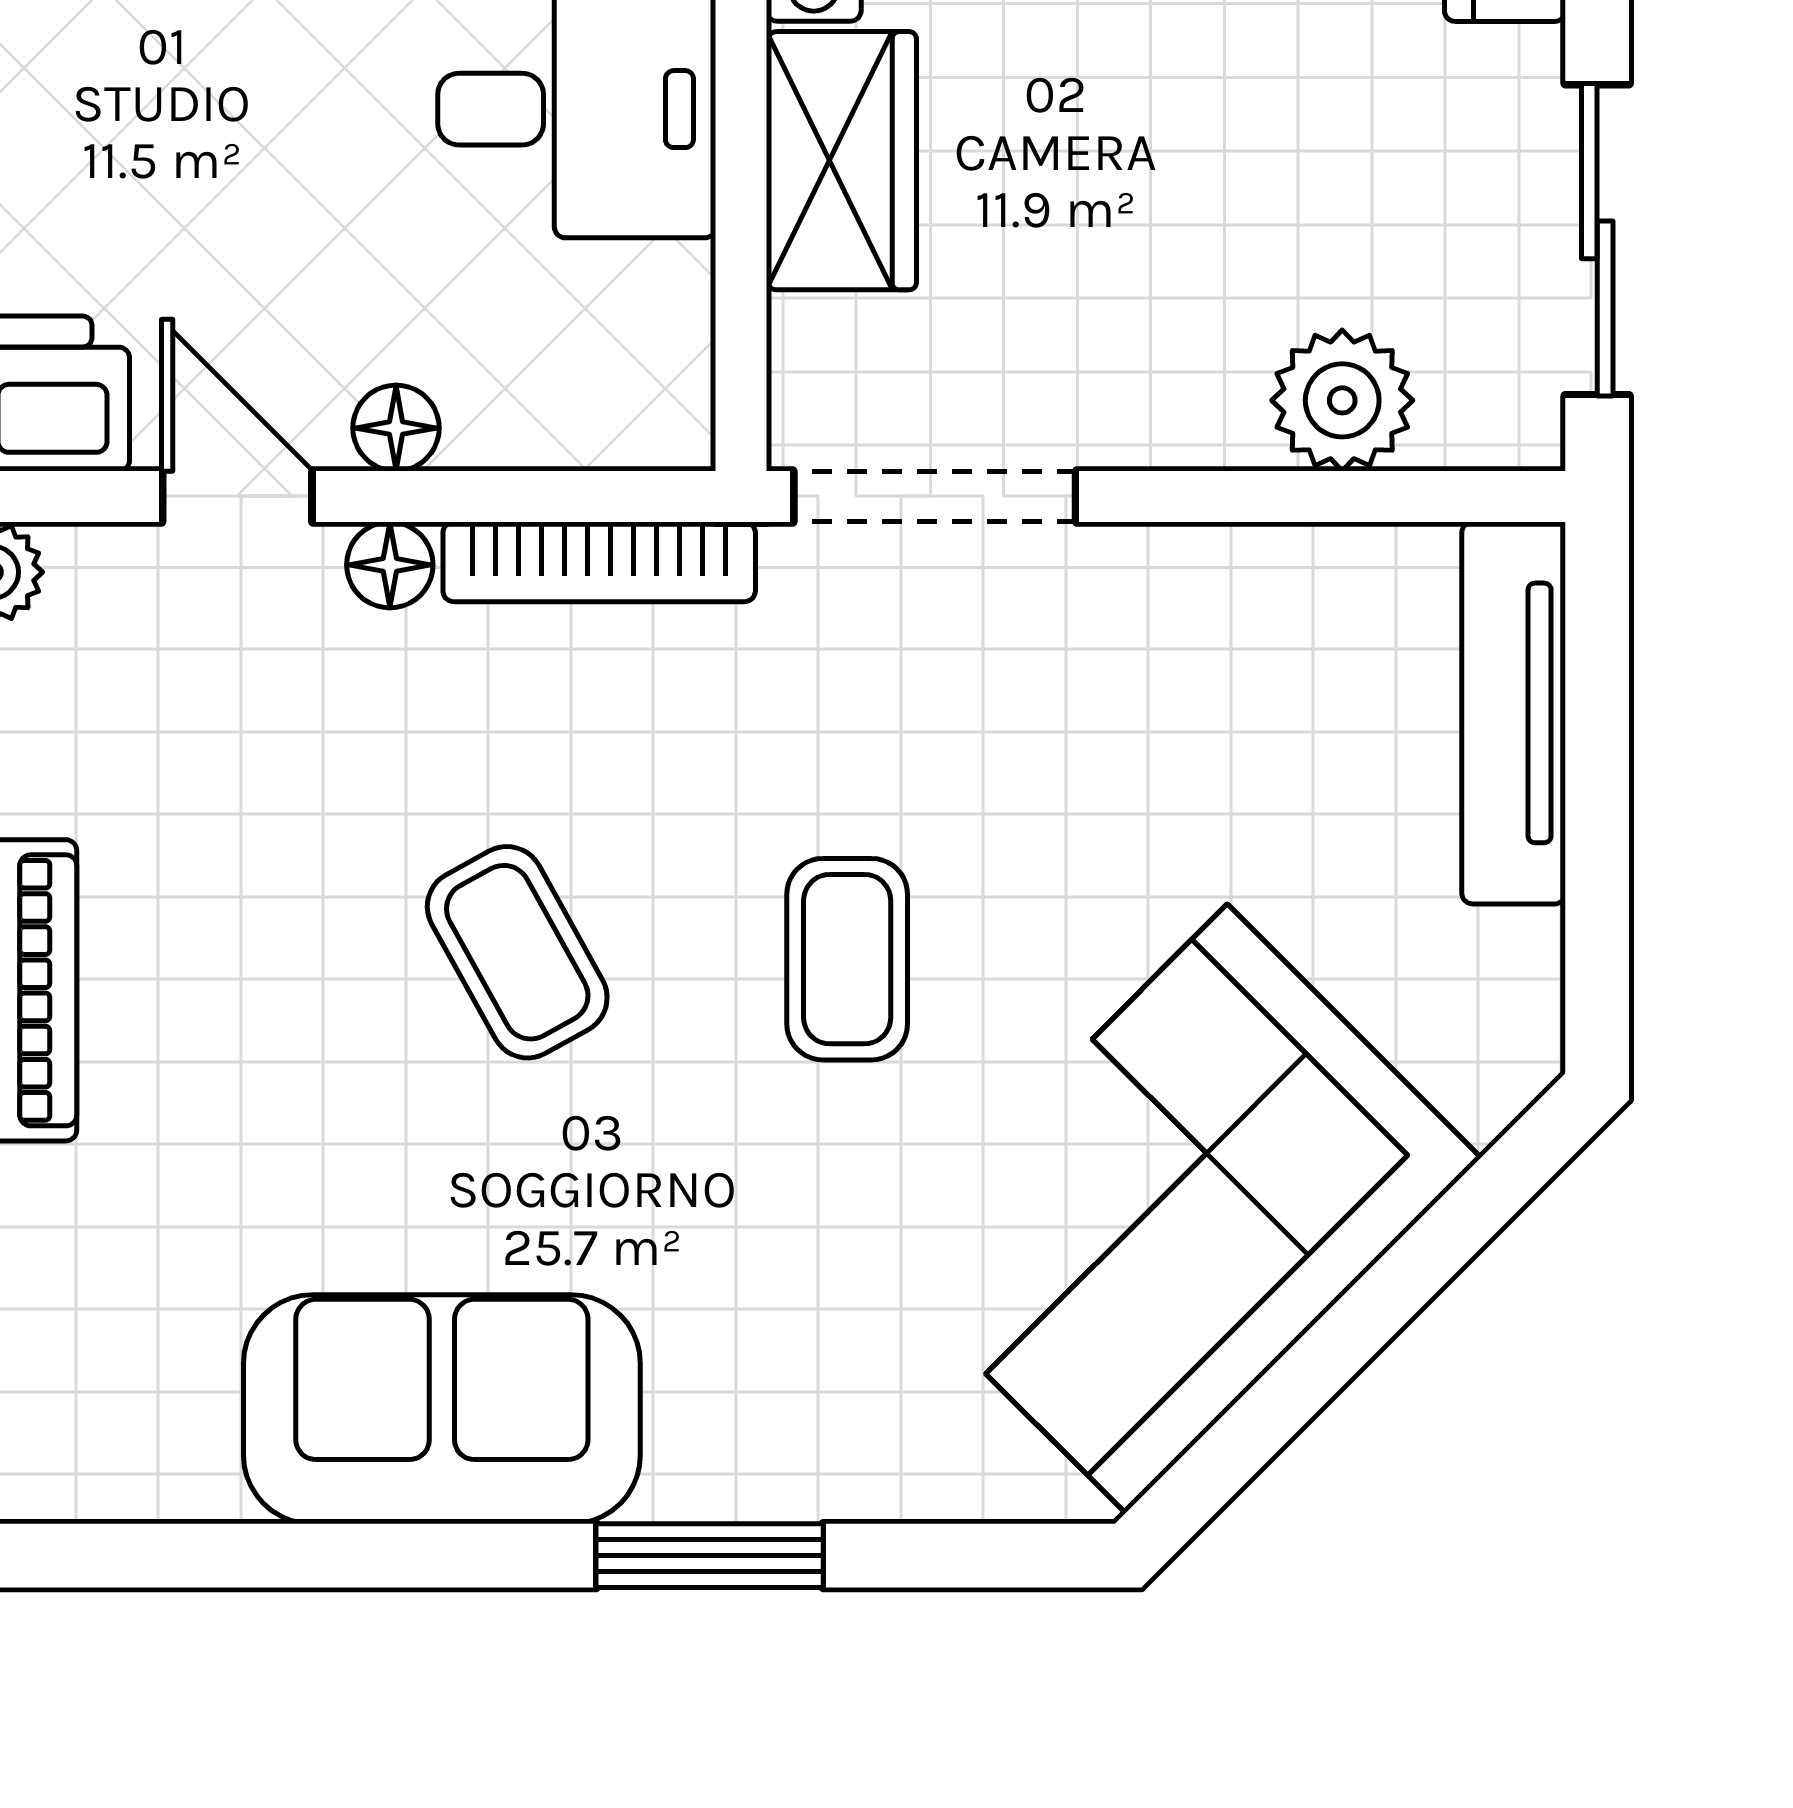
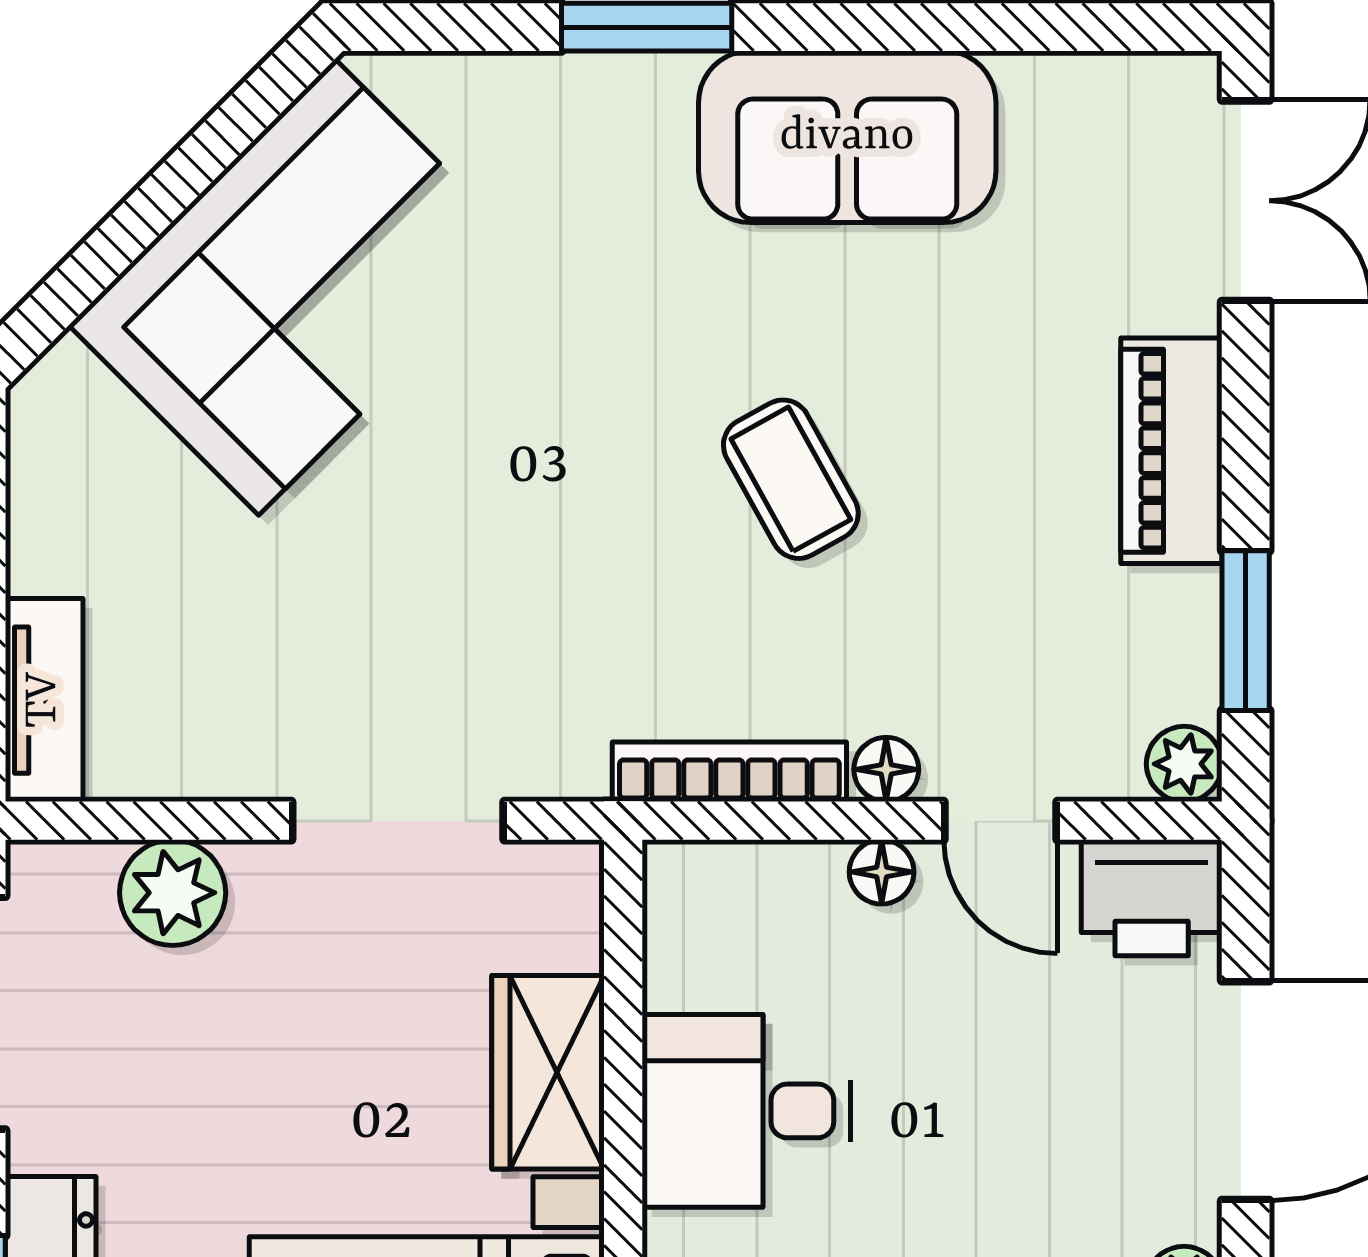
doorway: (935, 496) -> (398, 821), moved
tv unit: (1514, 713) -> (44, 700), width x0.71
coffee table: (847, 959) -> (544, 474), removed

